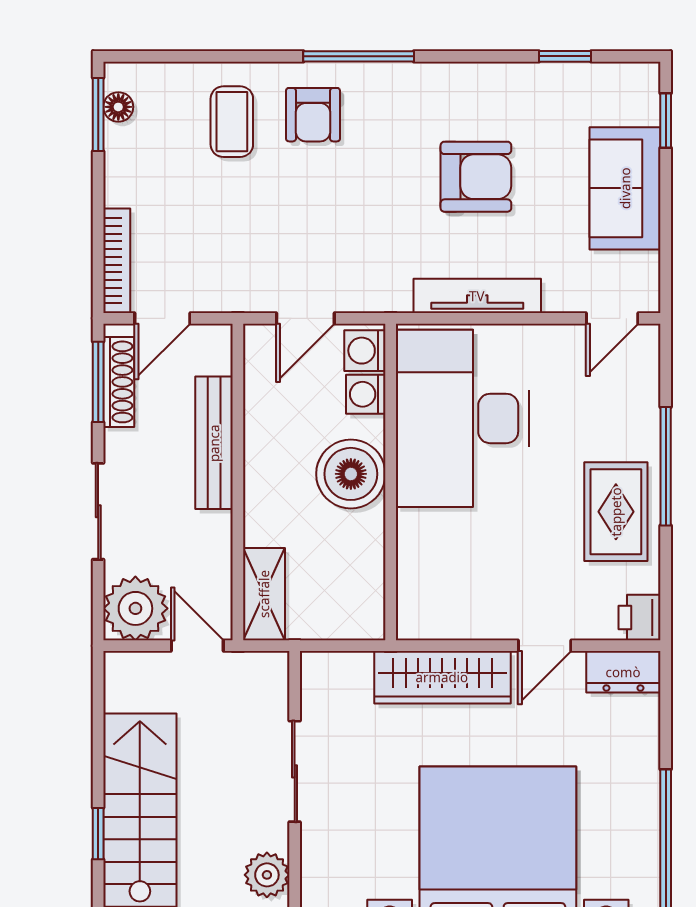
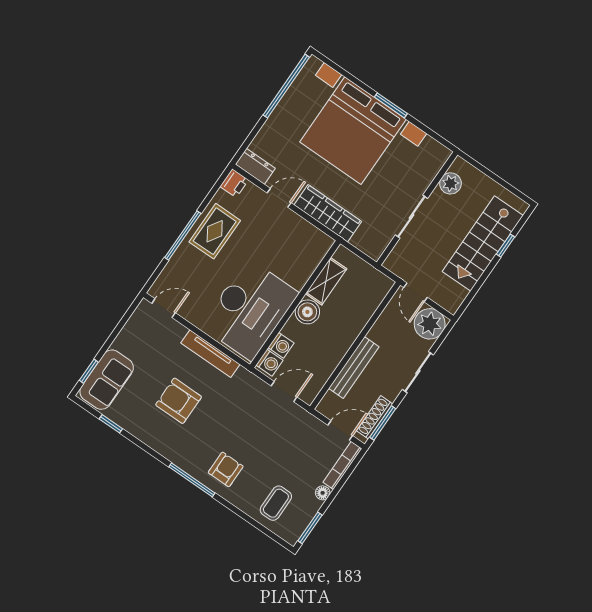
floor lamp: (118, 107) -> (323, 493), moved
coffee table: (232, 122) -> (276, 503), moved
sofa: (625, 188) -> (107, 380), moved
boiler: (351, 474) -> (307, 312), width x0.73, depth x0.73
shelving: (264, 594) -> (326, 281), moved

